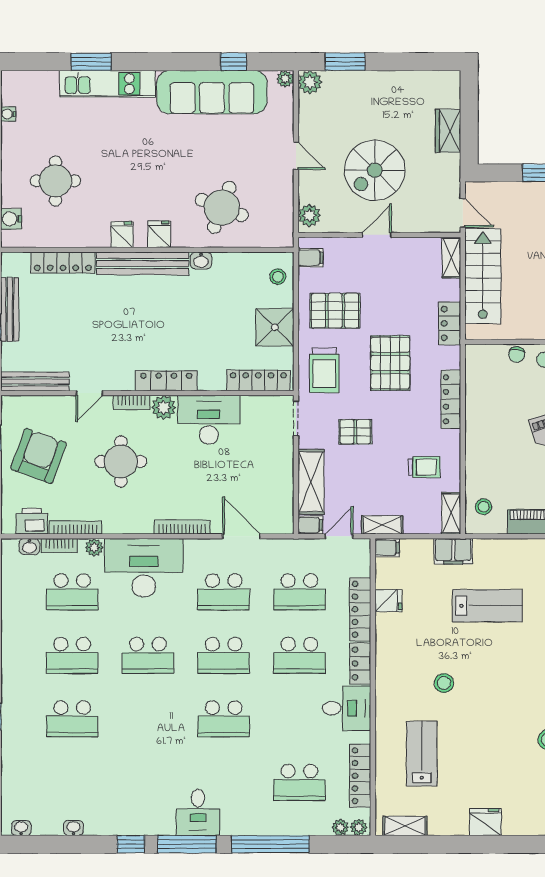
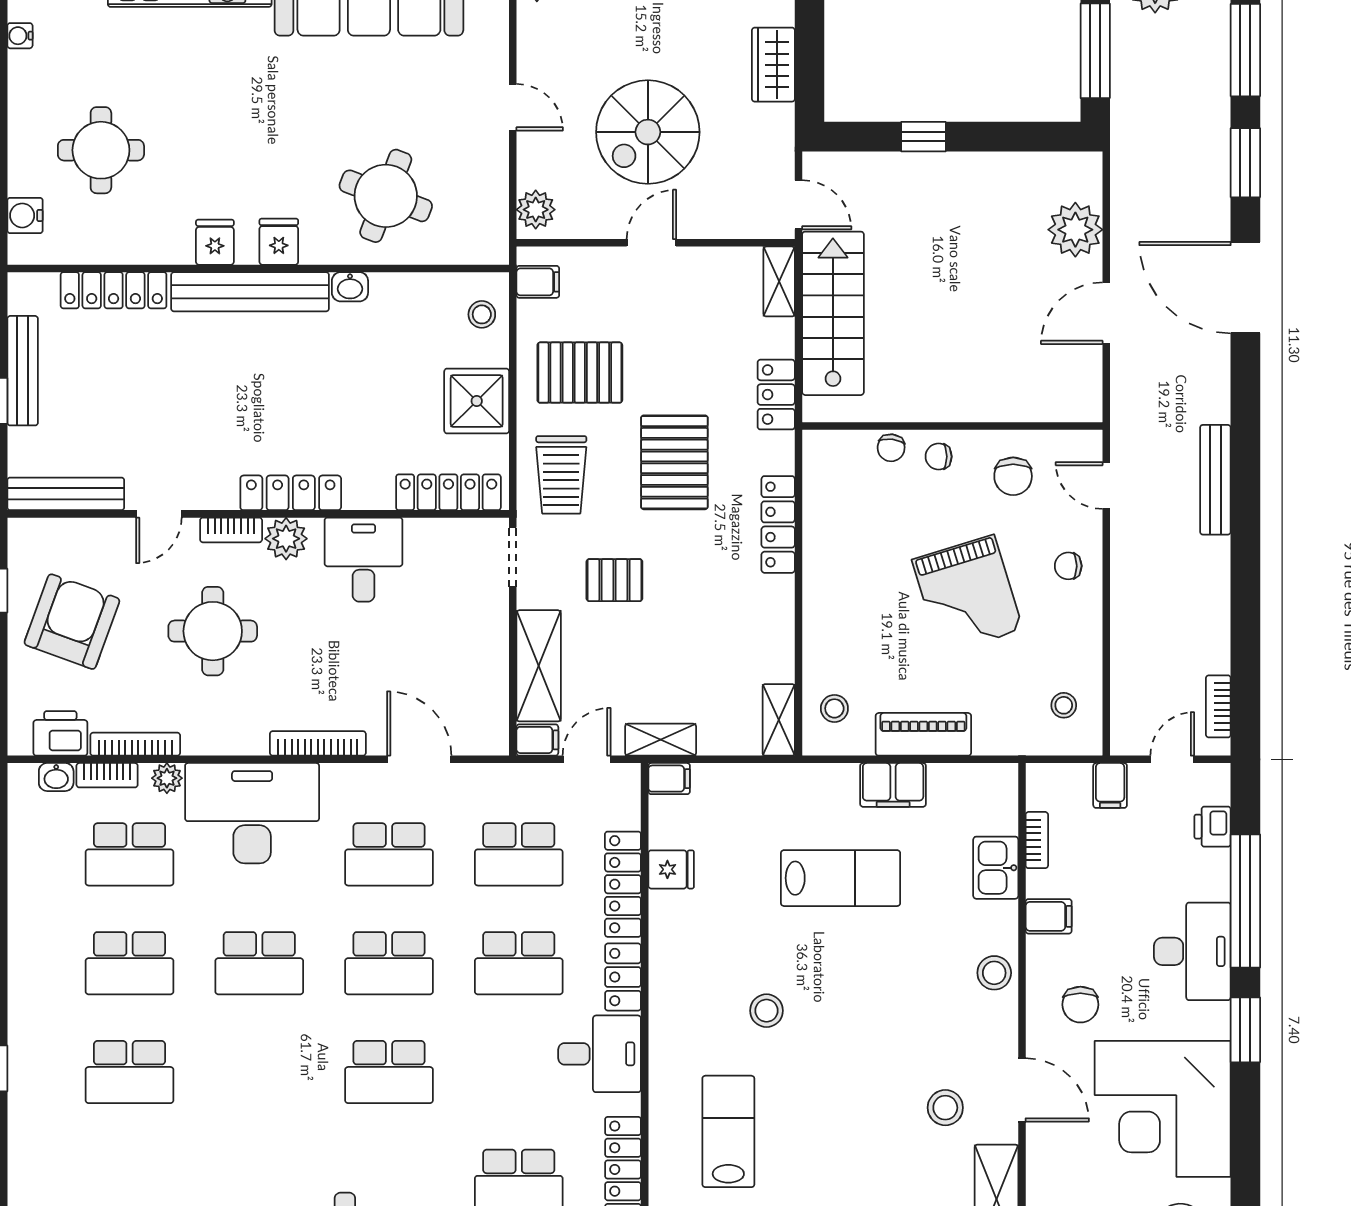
desk: (209, 420) -> (364, 560), width x0.73
trolley: (424, 467) -> (733, 641), removed
filing cabinet: (453, 551) -> (893, 785), moved

